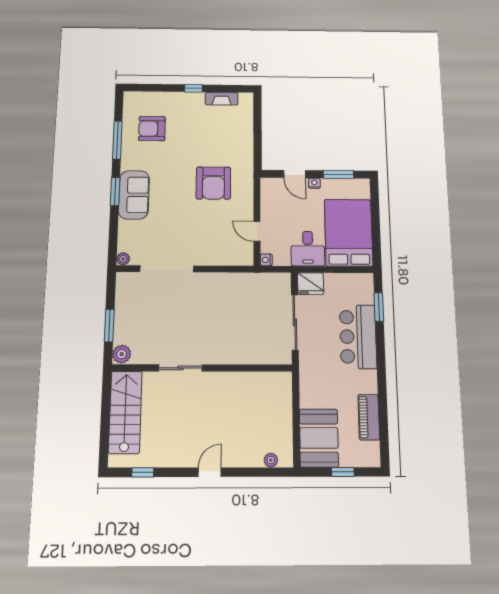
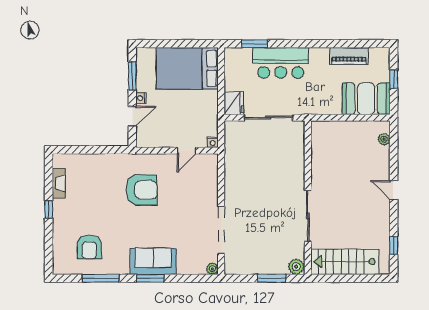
desk: (308, 249) -> (202, 105), removed
sliding door: (181, 368) -> (308, 216), width x1.37

